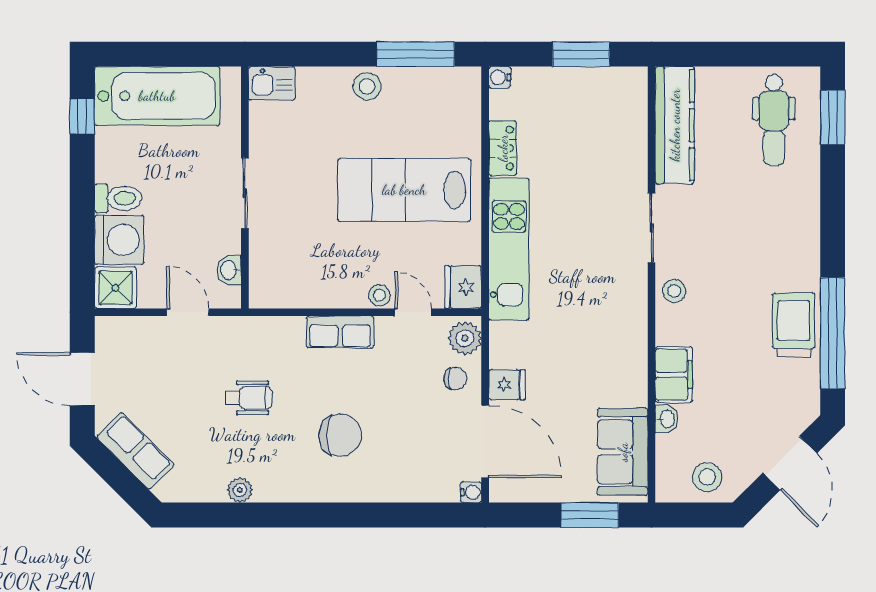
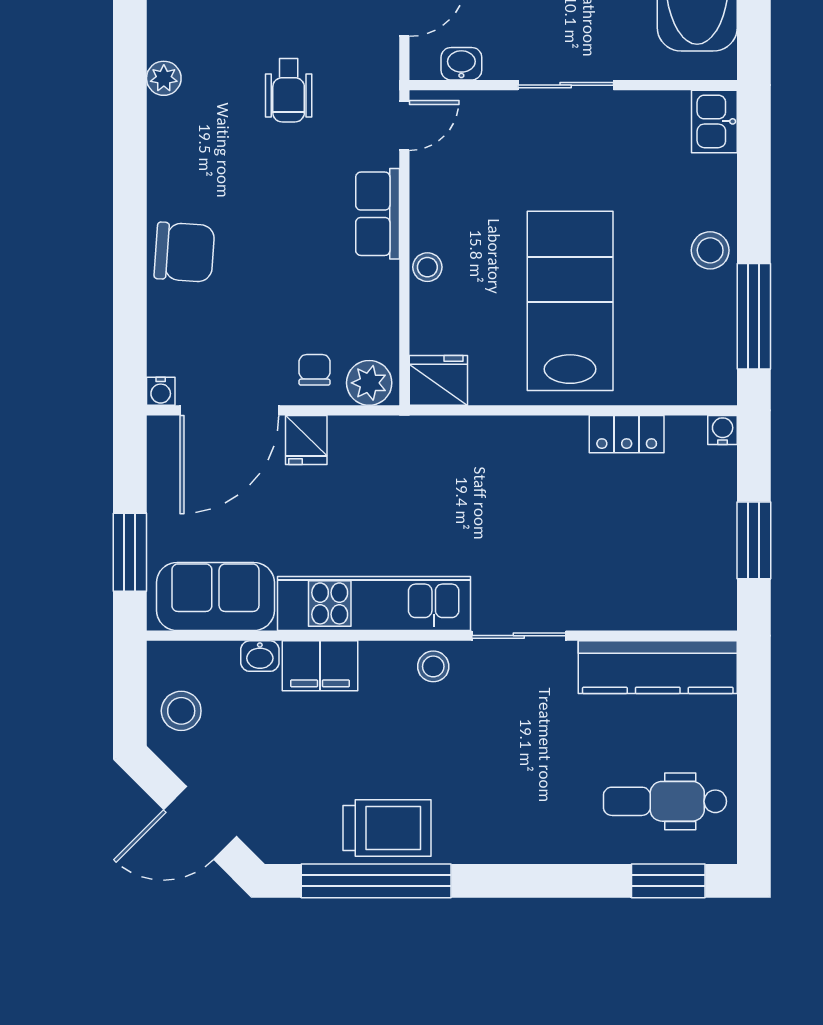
kitchen unit: (509, 249) -> (374, 603), moved, turned 180
door: (413, 312) -> (404, 125), moved
chair: (455, 379) -> (315, 370), turned 180
chair: (340, 435) -> (184, 252), moved, turned -86

